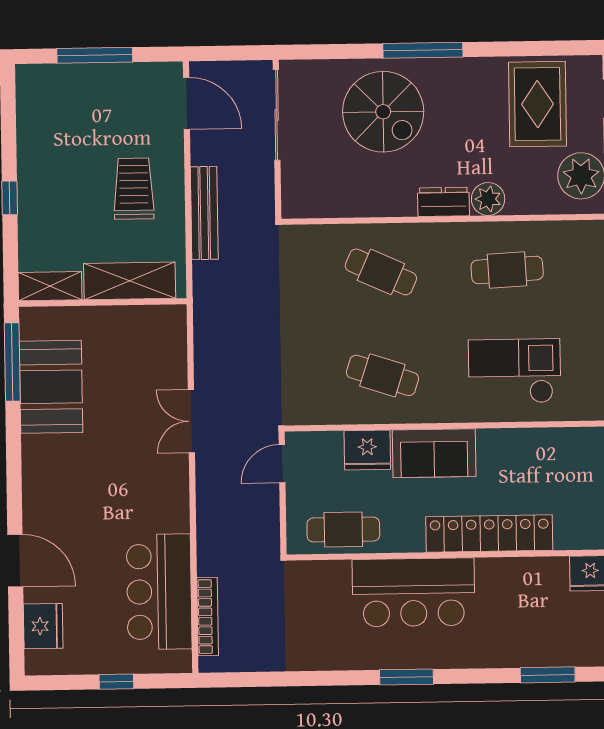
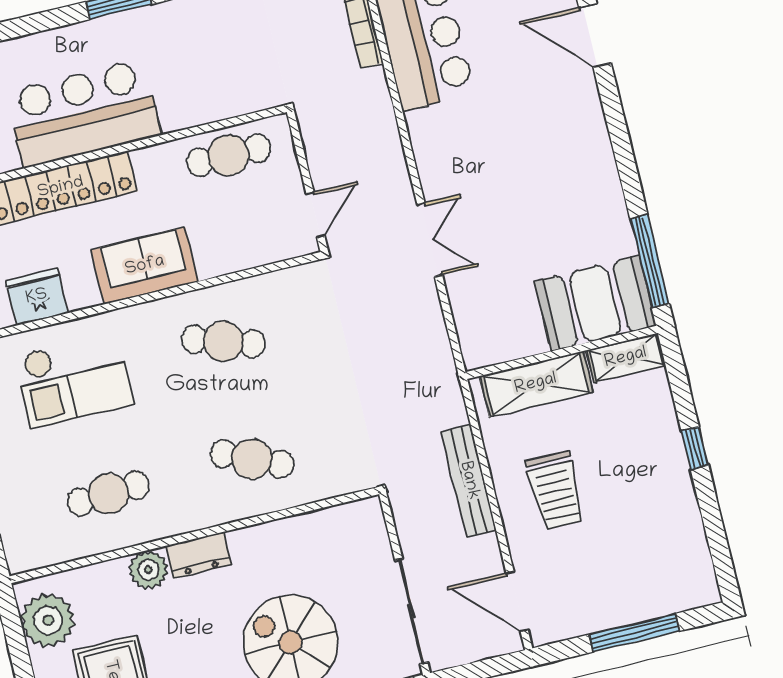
booth: (51, 387) -> (595, 303), moved, turned 90
fridge: (367, 450) -> (37, 297), moved
bar counter: (413, 592) -> (83, 113), moved

